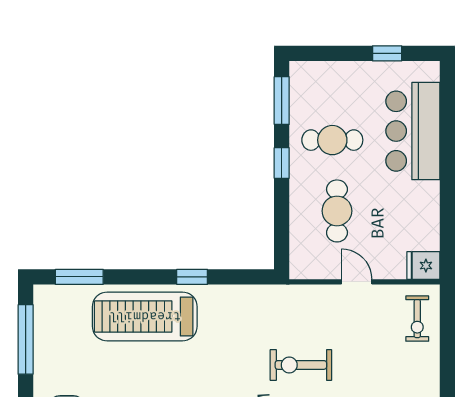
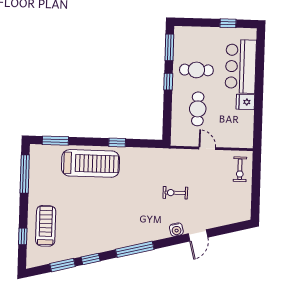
fridge: (423, 266) -> (245, 102), moved
treadmill: (145, 316) -> (90, 163), turned 180
exercise bike: (301, 365) -> (175, 193), width x0.73, depth x0.72

